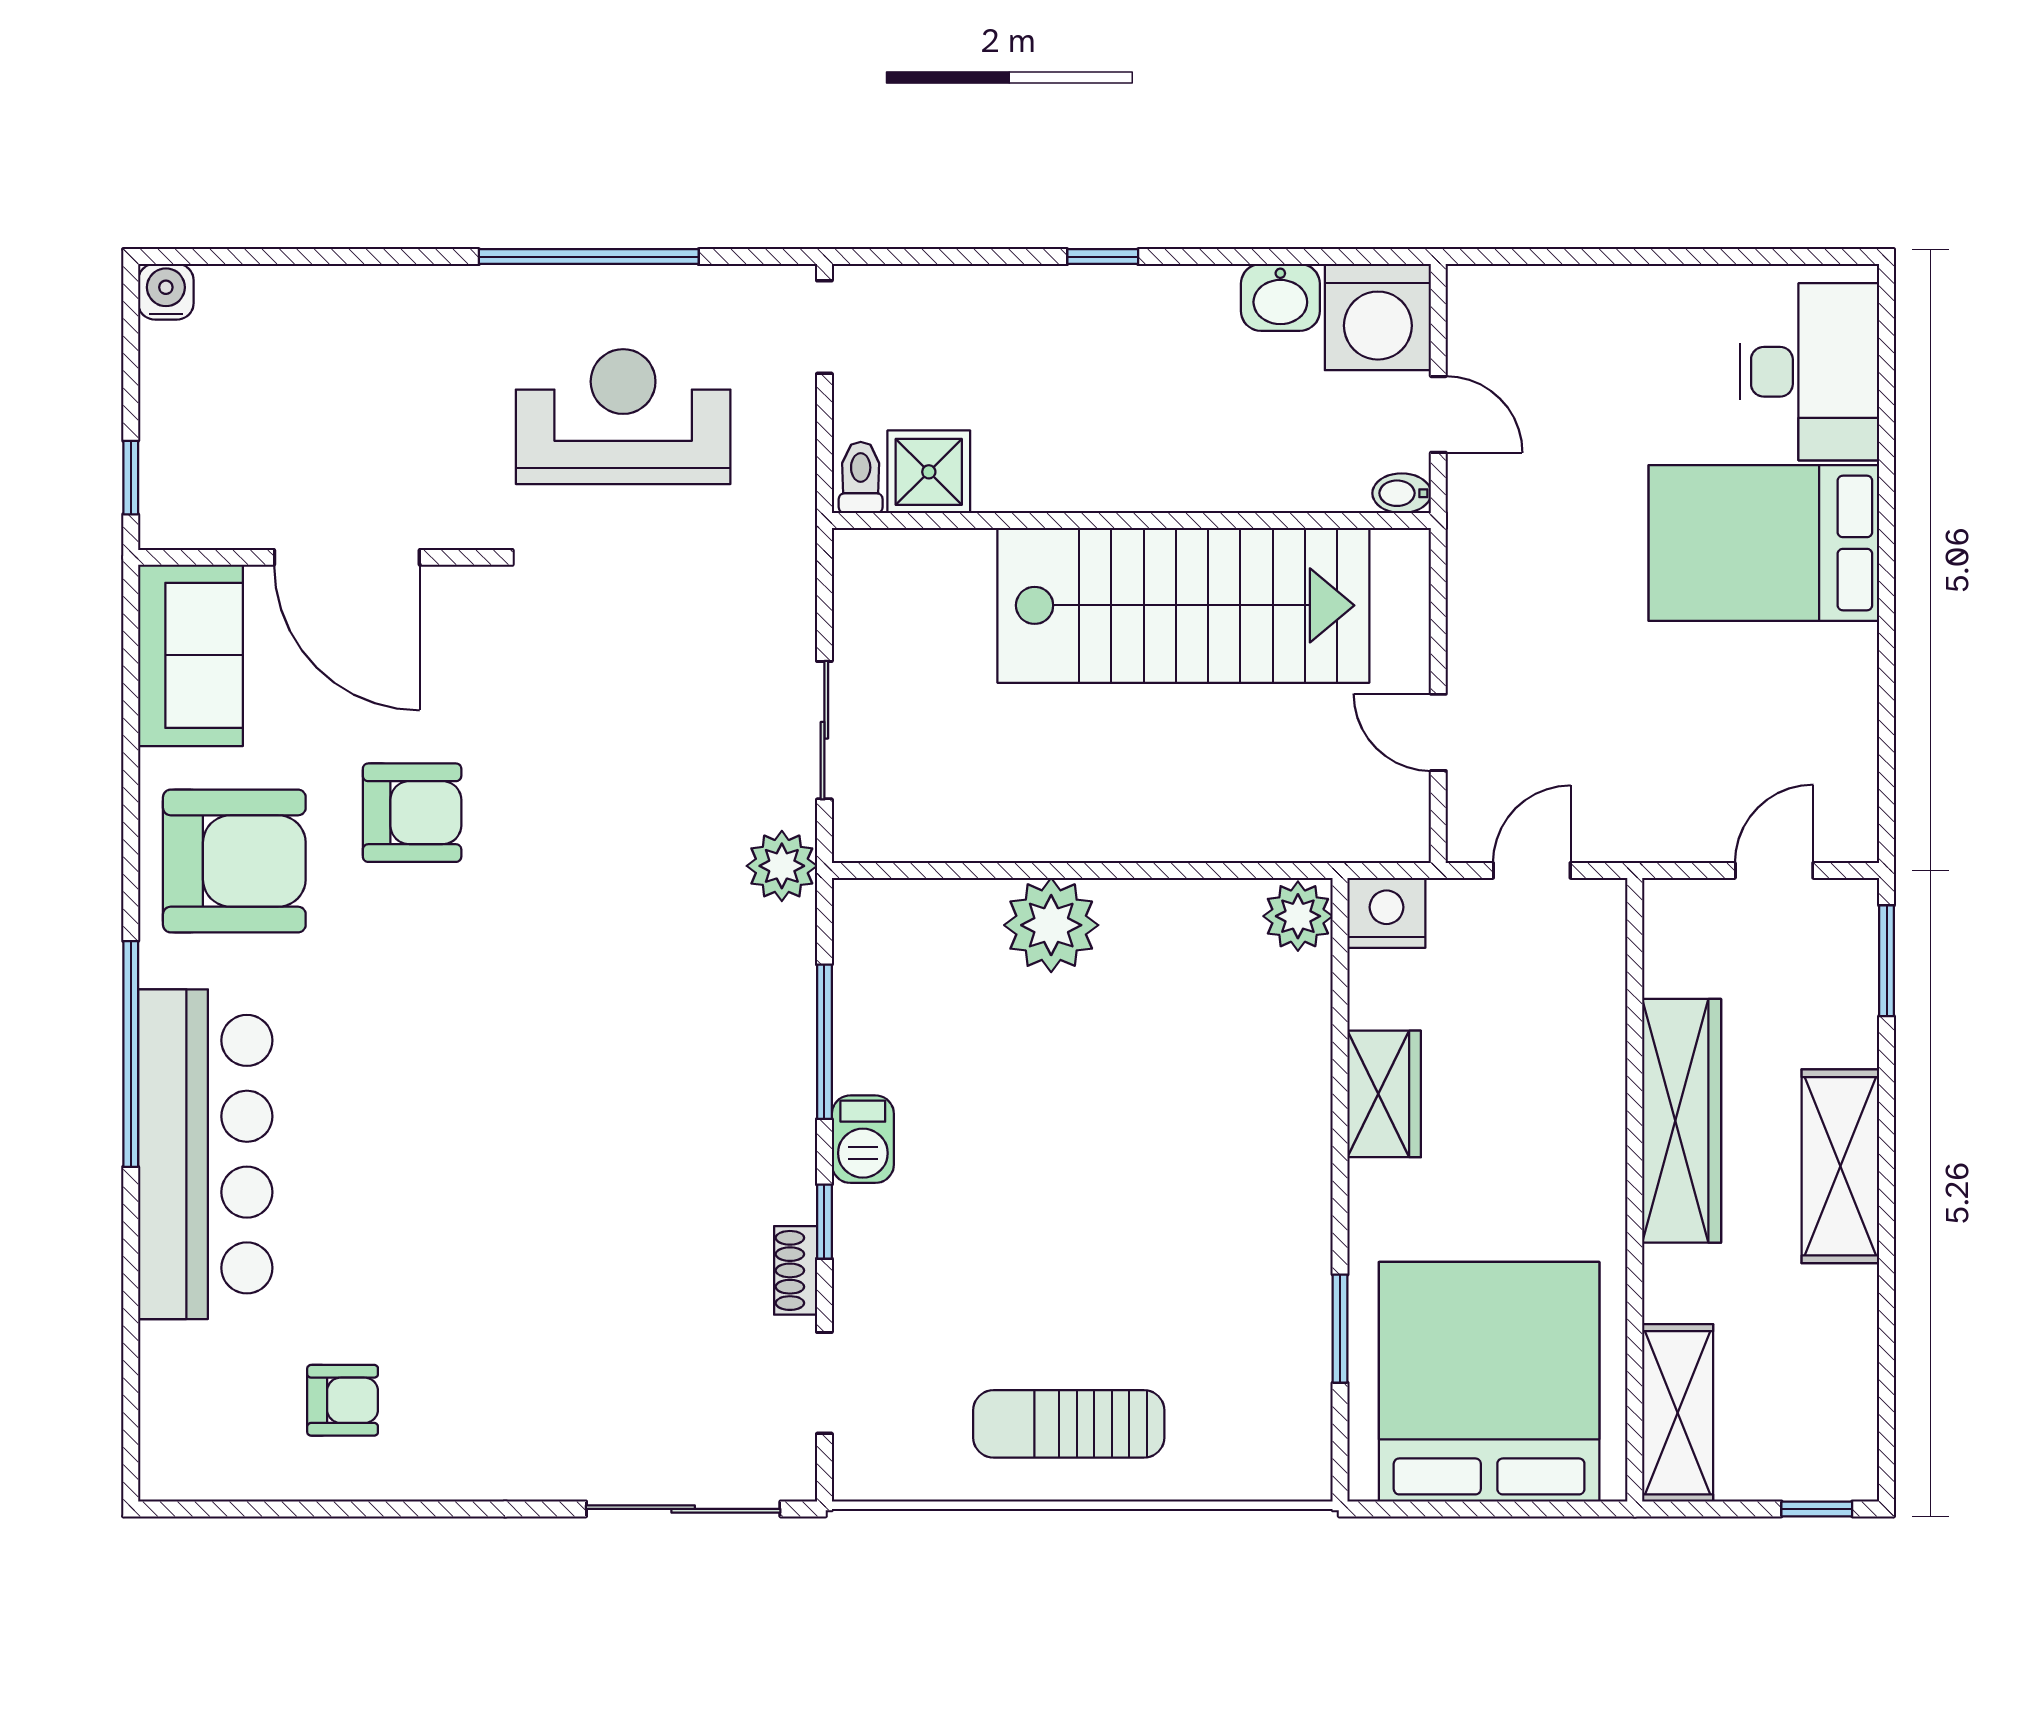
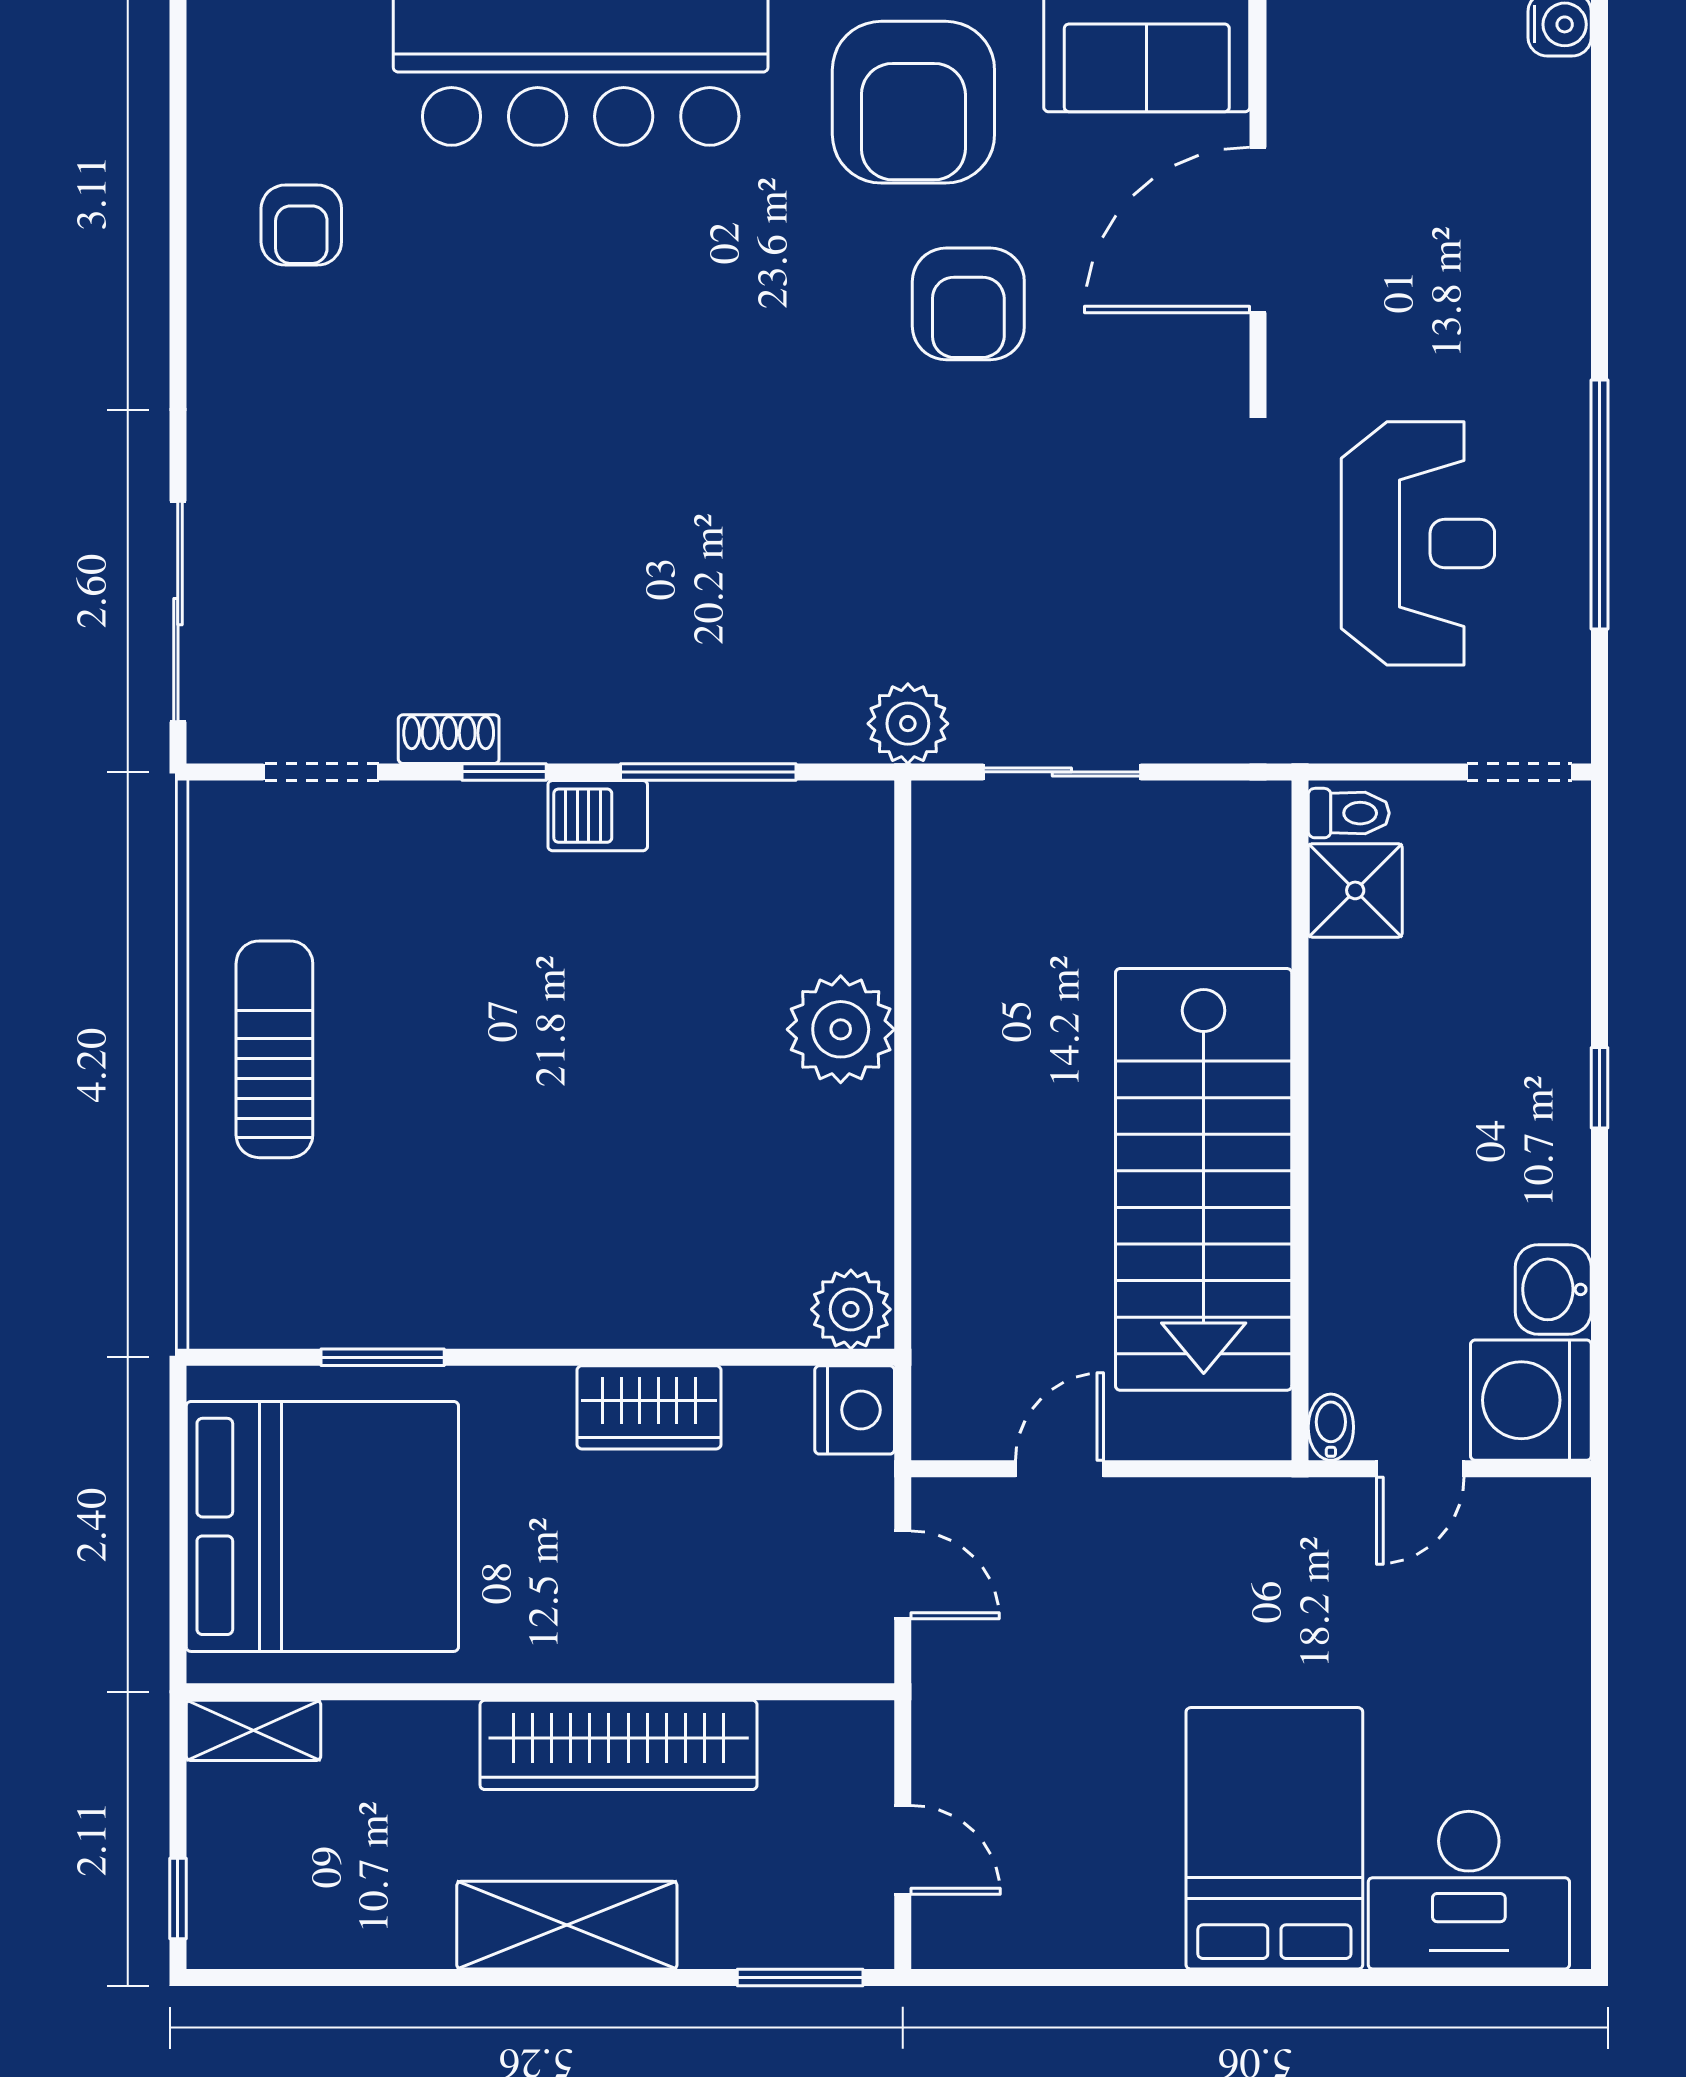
shelving: (1678, 1413) -> (253, 1730), width x0.67, depth x0.75

